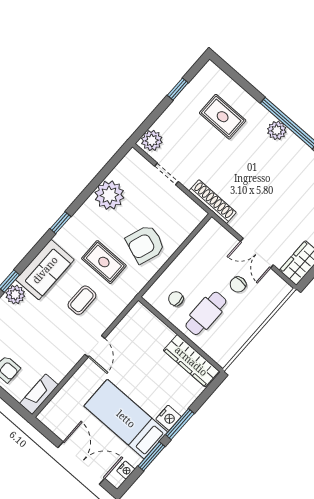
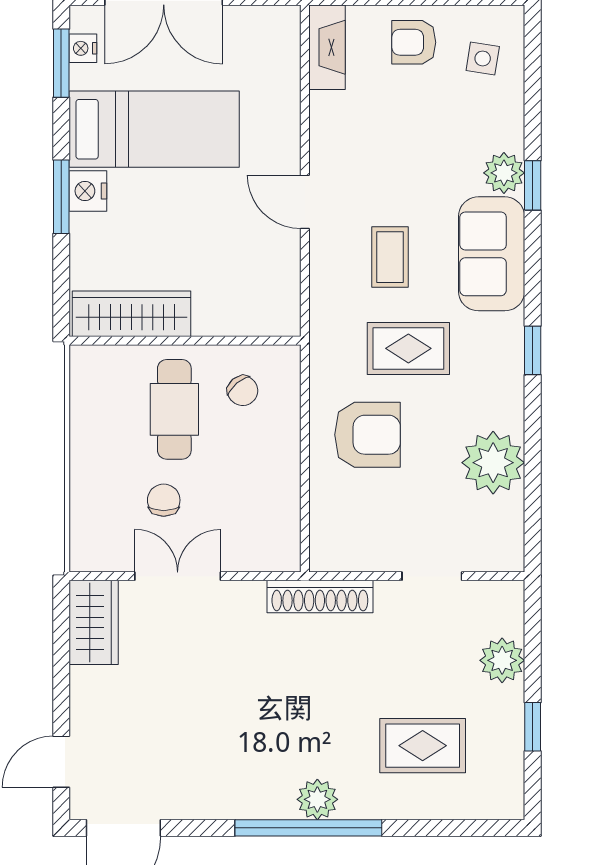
plant: (152, 140) -> (502, 660), moved
armchair: (145, 244) -> (368, 435), turned 70
chair: (176, 299) -> (243, 391), turned 50
window: (151, 456) -> (61, 63), moved

